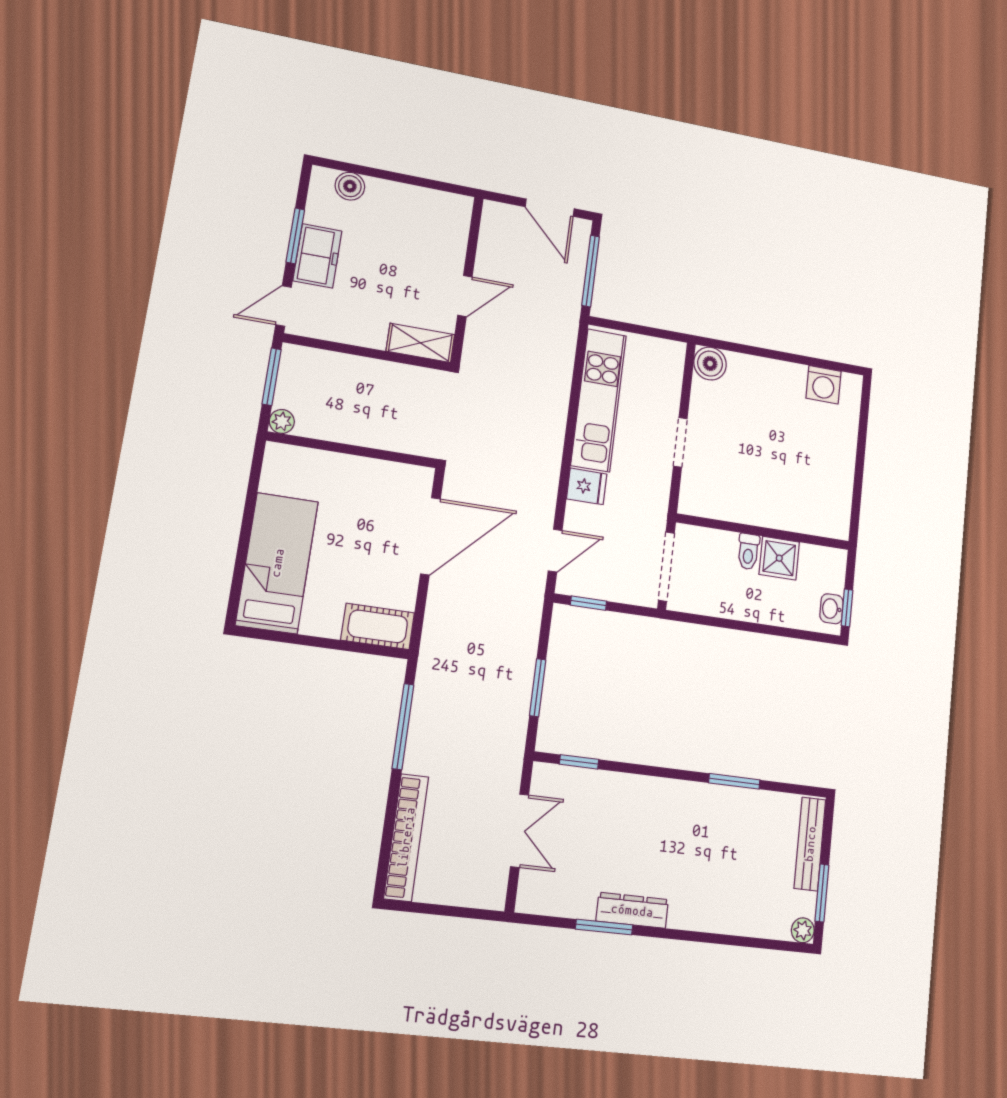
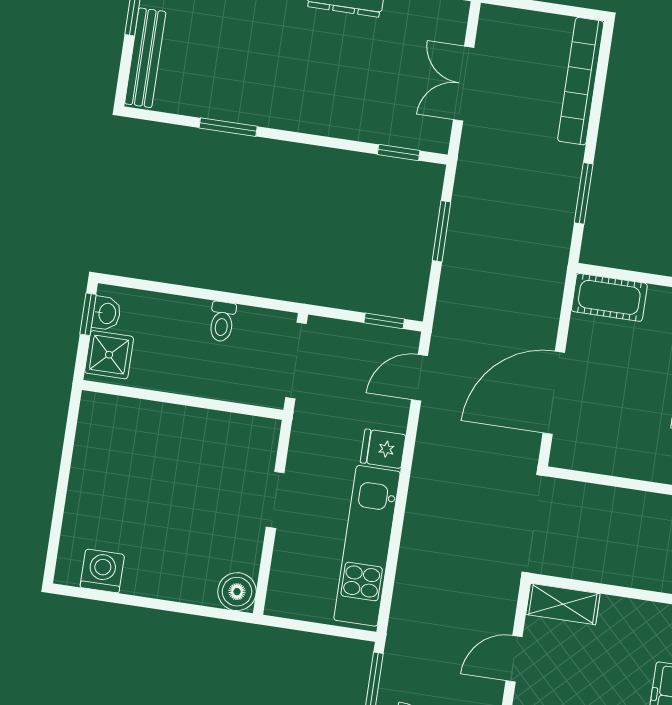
toilet: (748, 551) -> (222, 322), moved, turned 180
shower: (779, 558) -> (109, 355), moved
window: (403, 727) -> (584, 193), width x0.69

